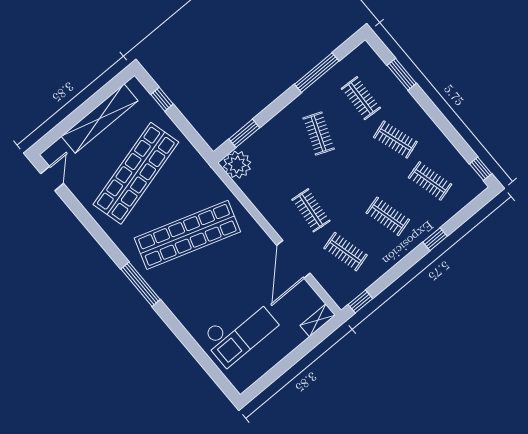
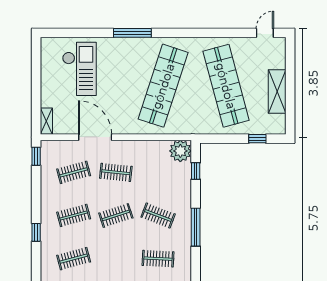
window: (317, 73) -> (196, 227), moved
shelving: (100, 118) -> (277, 92), width x0.68
window: (244, 133) -> (196, 171), width x0.67
clothes rail: (395, 140) -> (116, 215), moved
door: (52, 178) -> (265, 33), swing flipped
window: (141, 284) -> (132, 33), moved
checkout: (239, 331) -> (79, 69), turned 180

